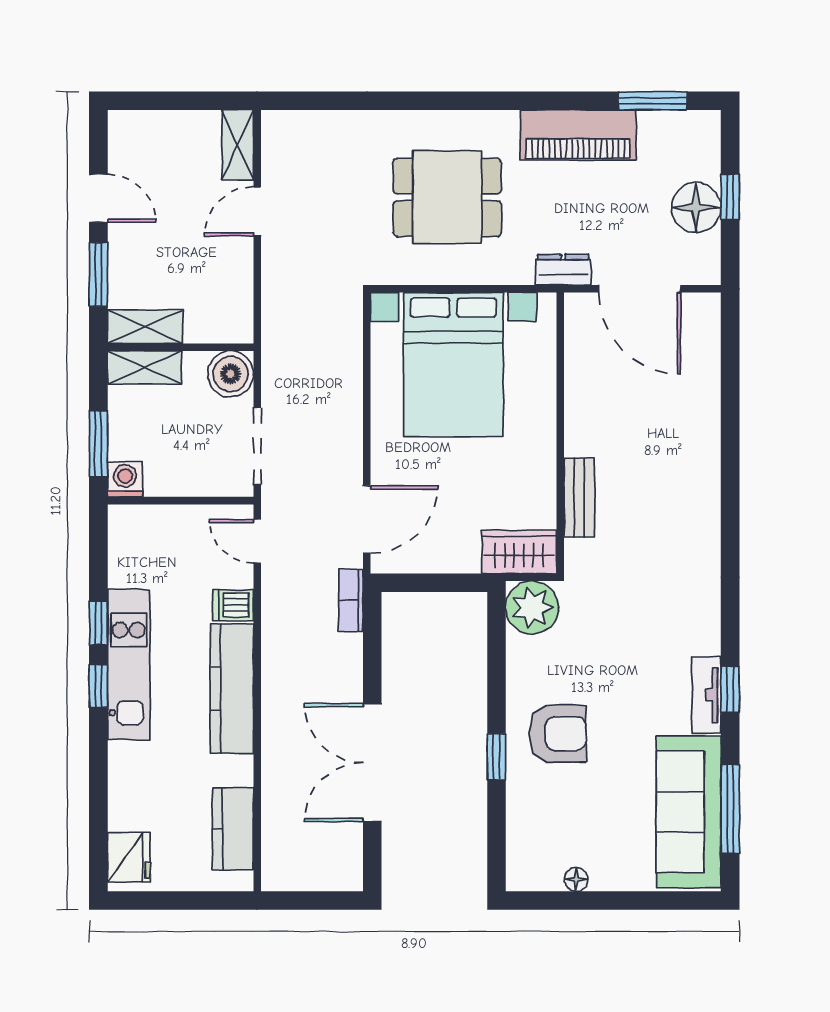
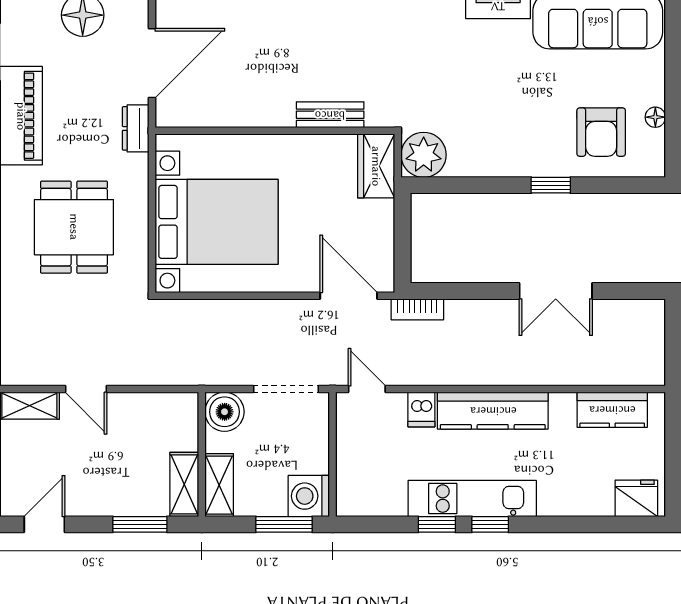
door: (98, 198) -> (44, 524), moved
washing machine: (125, 479) -> (309, 496), width x1.38, depth x1.38
door: (257, 541) -> (367, 389), swing flipped
armchair: (558, 734) -> (601, 132), moved, turned 180
double door: (372, 763) -> (556, 291), width x0.73

